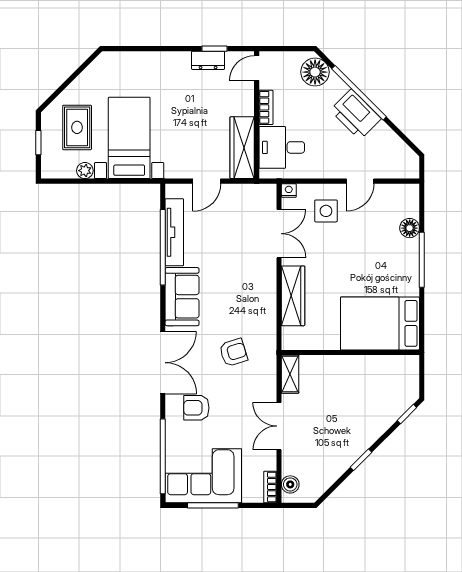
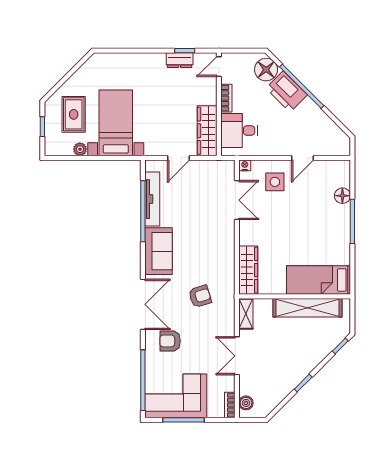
printer: (356, 114) -> (286, 92), moved
wardrobe: (293, 296) -> (248, 270), moved
bed: (380, 323) -> (318, 280), width x0.67
shelving: (366, 367) -> (308, 308), added

